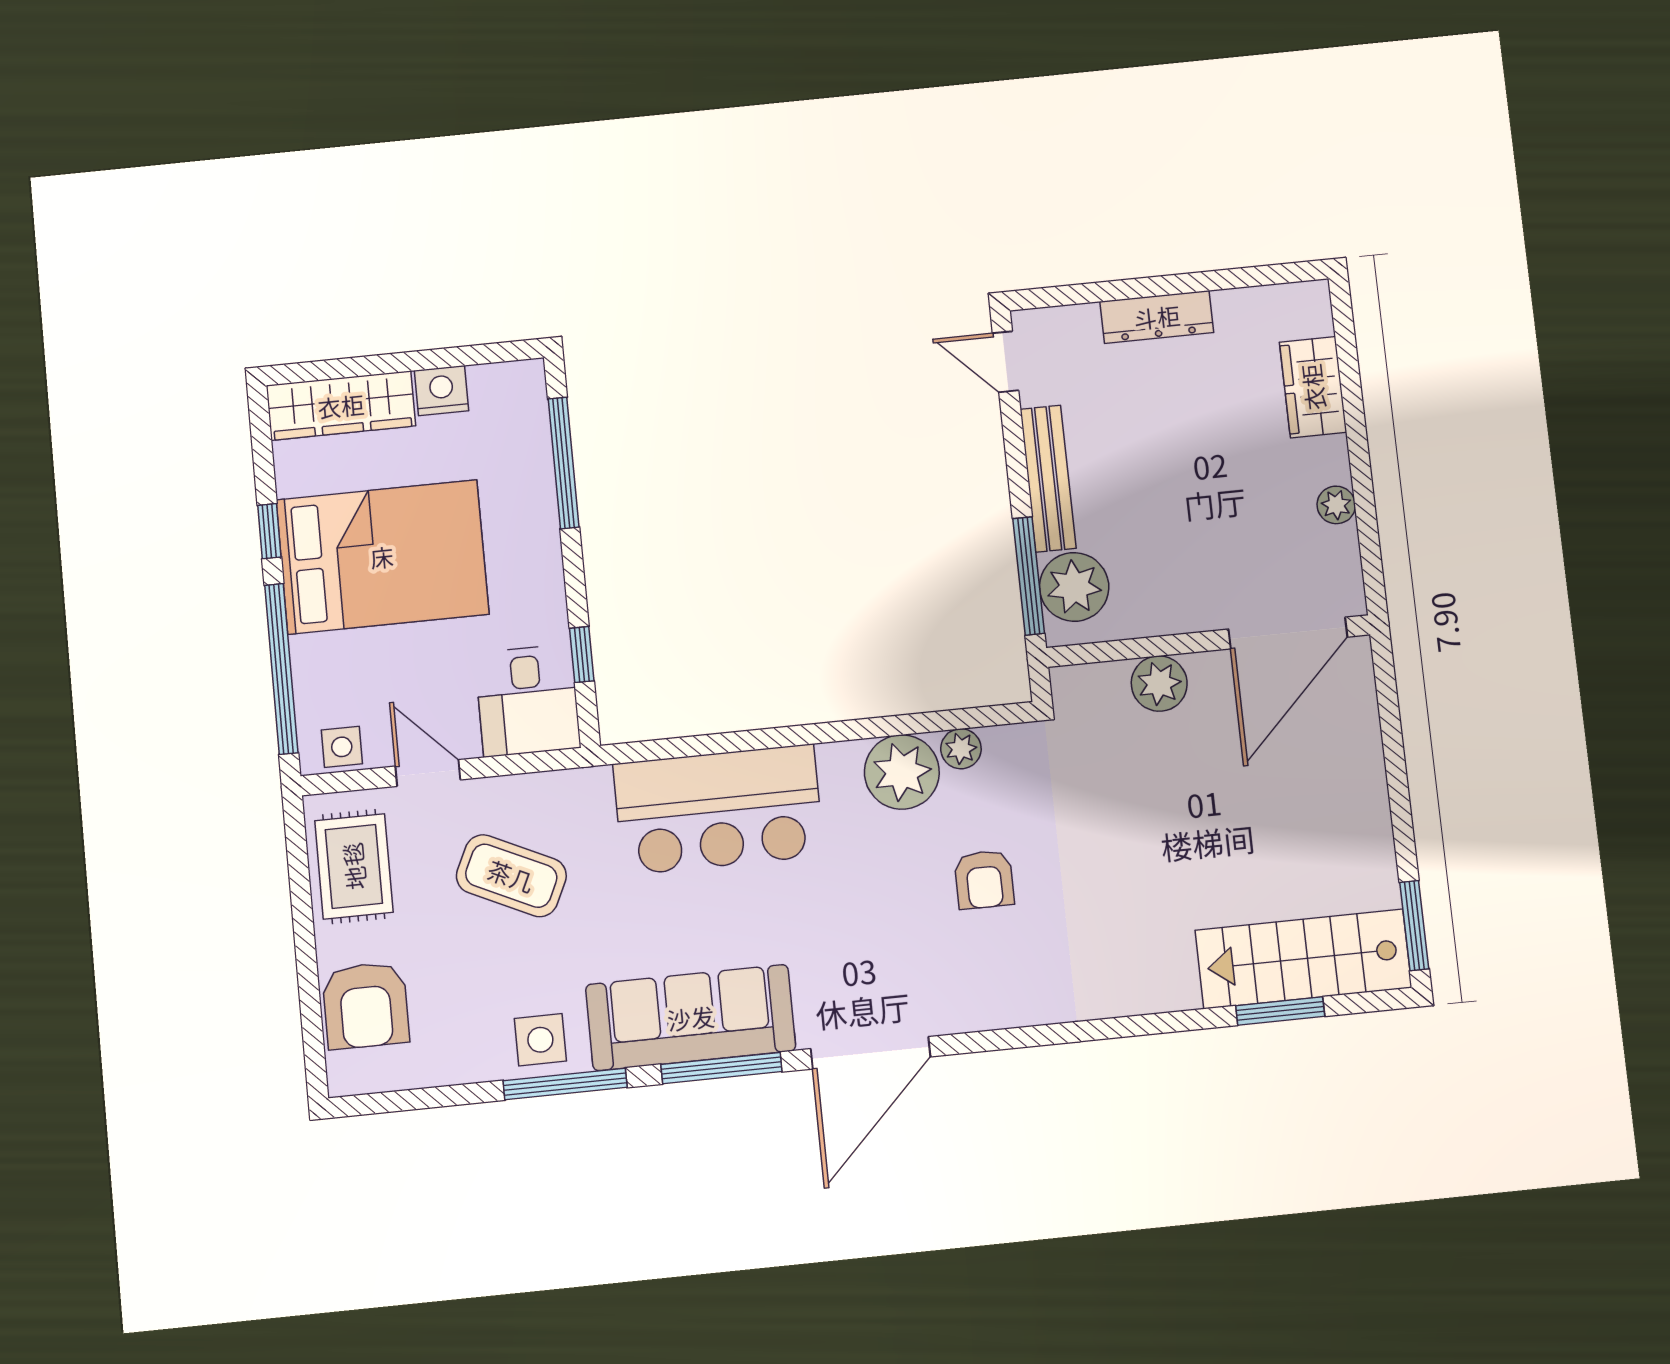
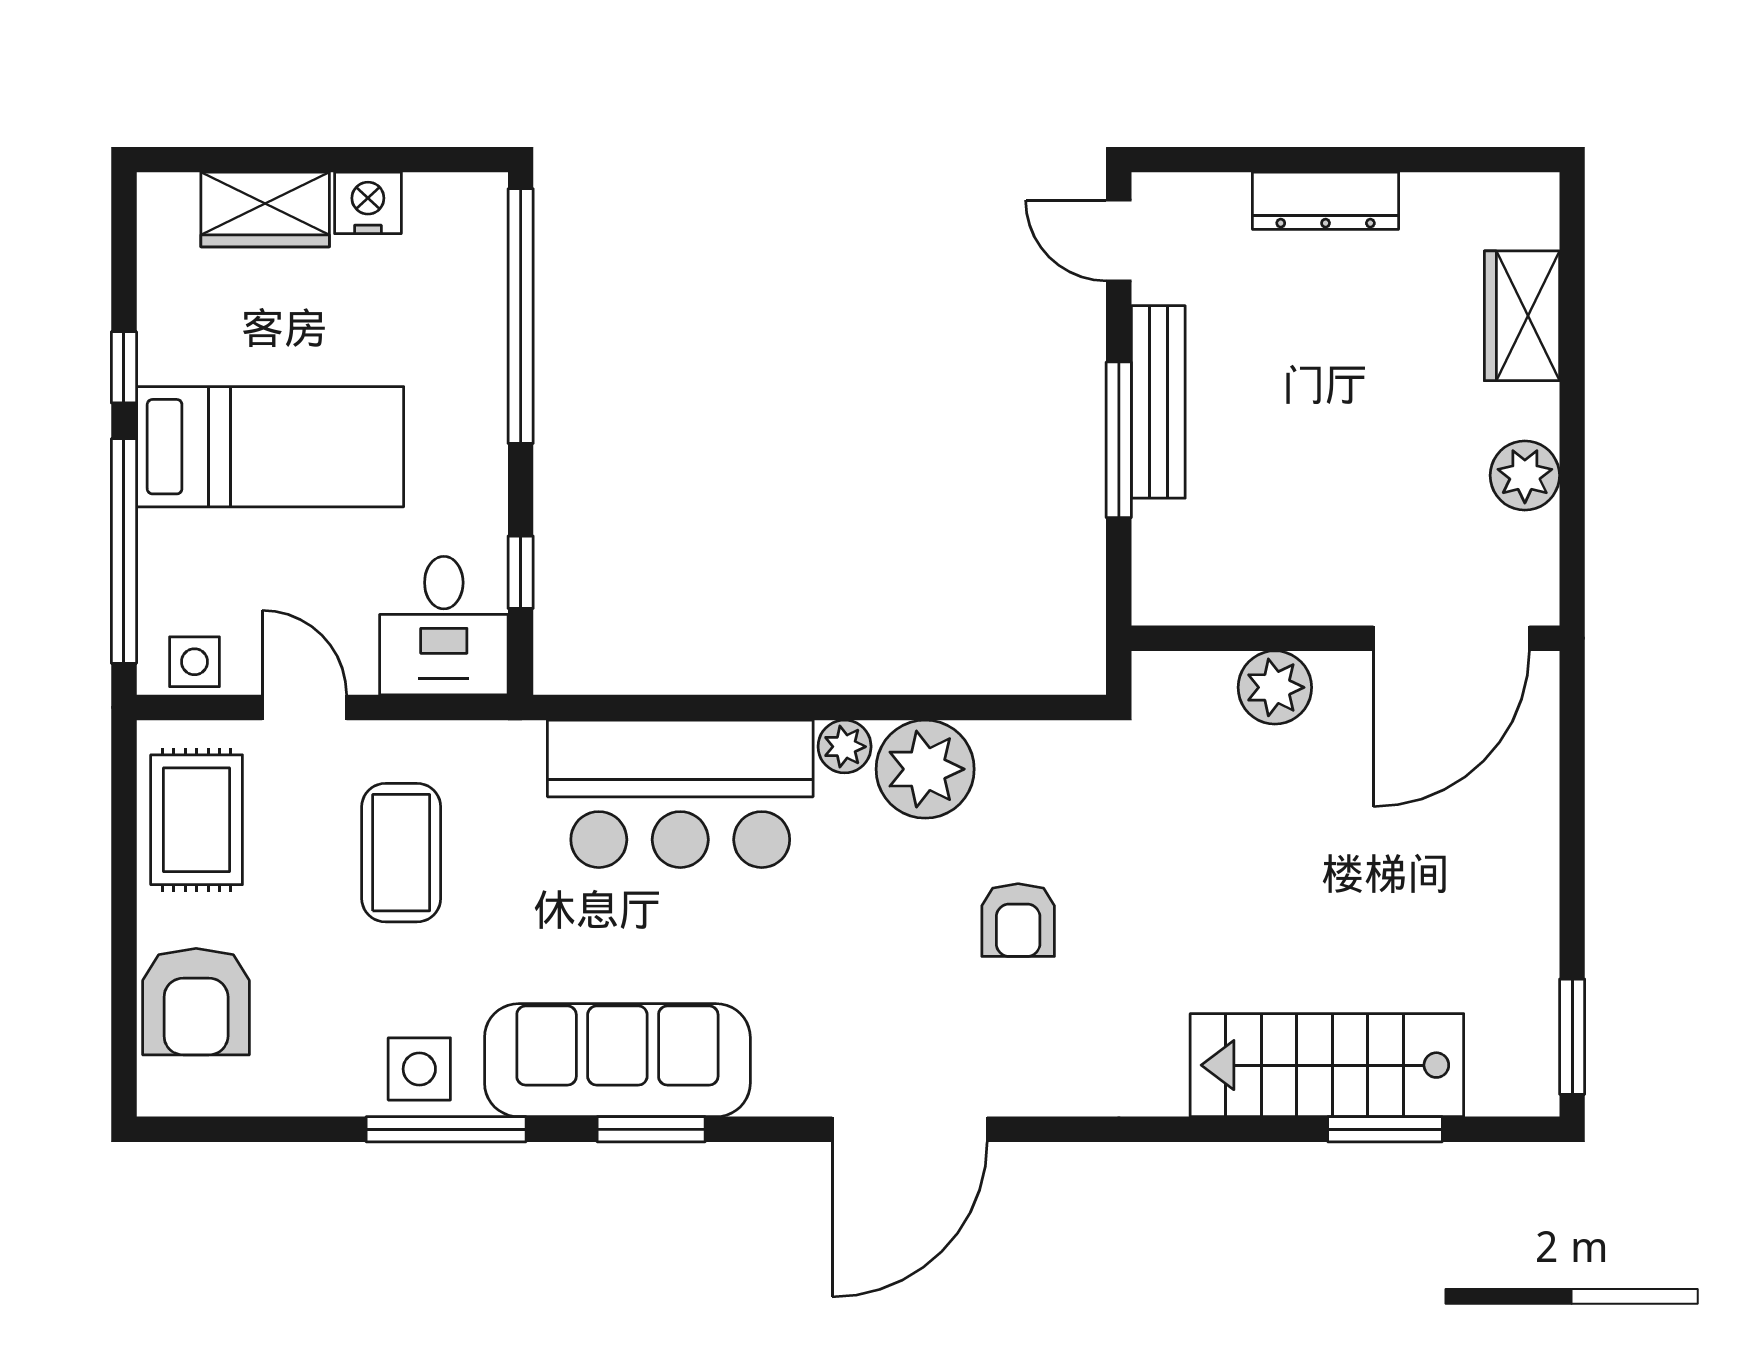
wardrobe: (341, 406) -> (265, 210), width x0.67
window: (564, 463) -> (521, 316), width x1.46
plant: (1336, 505) -> (1525, 475), width x1.38, depth x1.38
bed: (382, 557) -> (270, 447), width x0.67
window: (1029, 576) -> (1119, 440), moved
plant: (1074, 587) -> (1177, 549), removed
plant: (961, 749) -> (845, 747), moved
coffee table: (511, 876) -> (401, 853), turned 65
stairs: (1303, 959) -> (1327, 1065), moved
door: (871, 1053) -> (910, 1129), moved
window: (721, 1068) -> (651, 1129), width x0.69

